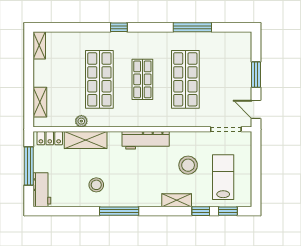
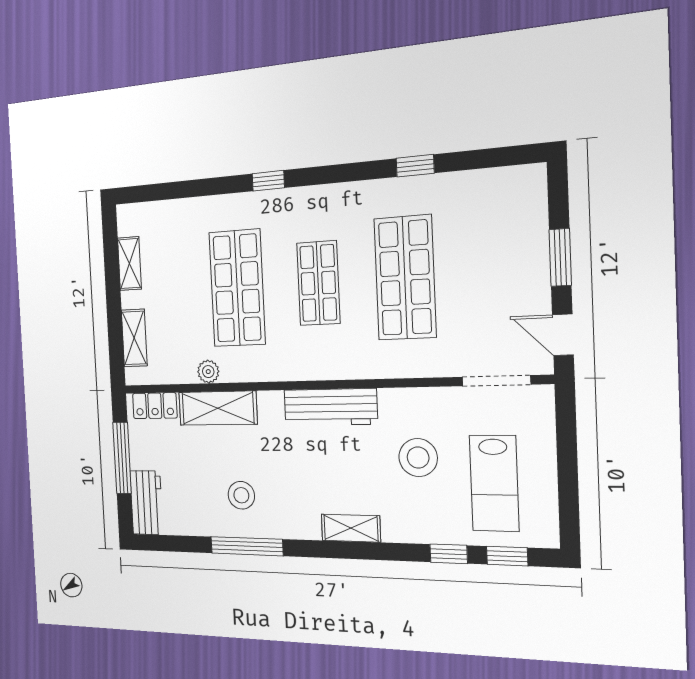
window: (192, 27) -> (415, 166), width x0.46
shelving: (39, 45) -> (129, 264), moved
lab bench: (223, 177) -> (494, 483), turned 180
shelving: (177, 200) -> (351, 528), moved
window: (119, 211) -> (247, 546), moved

